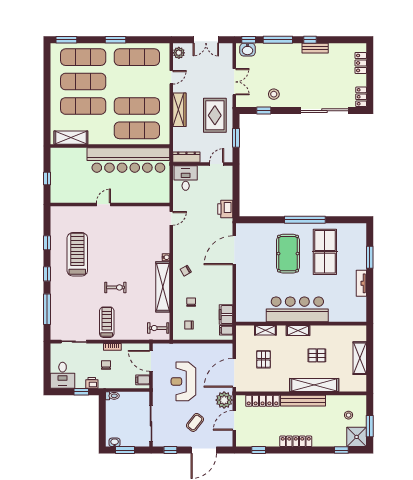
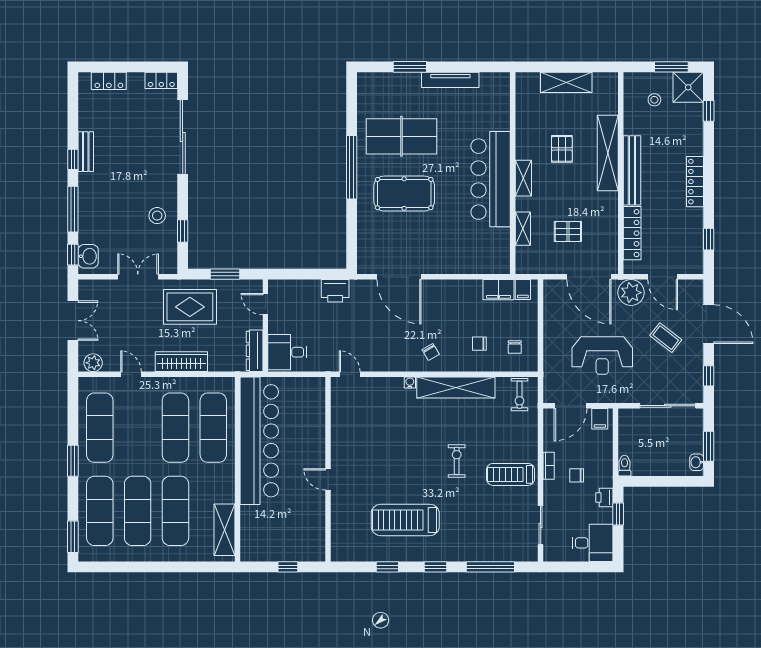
tv unit: (361, 283) -> (450, 80), width x1.41

